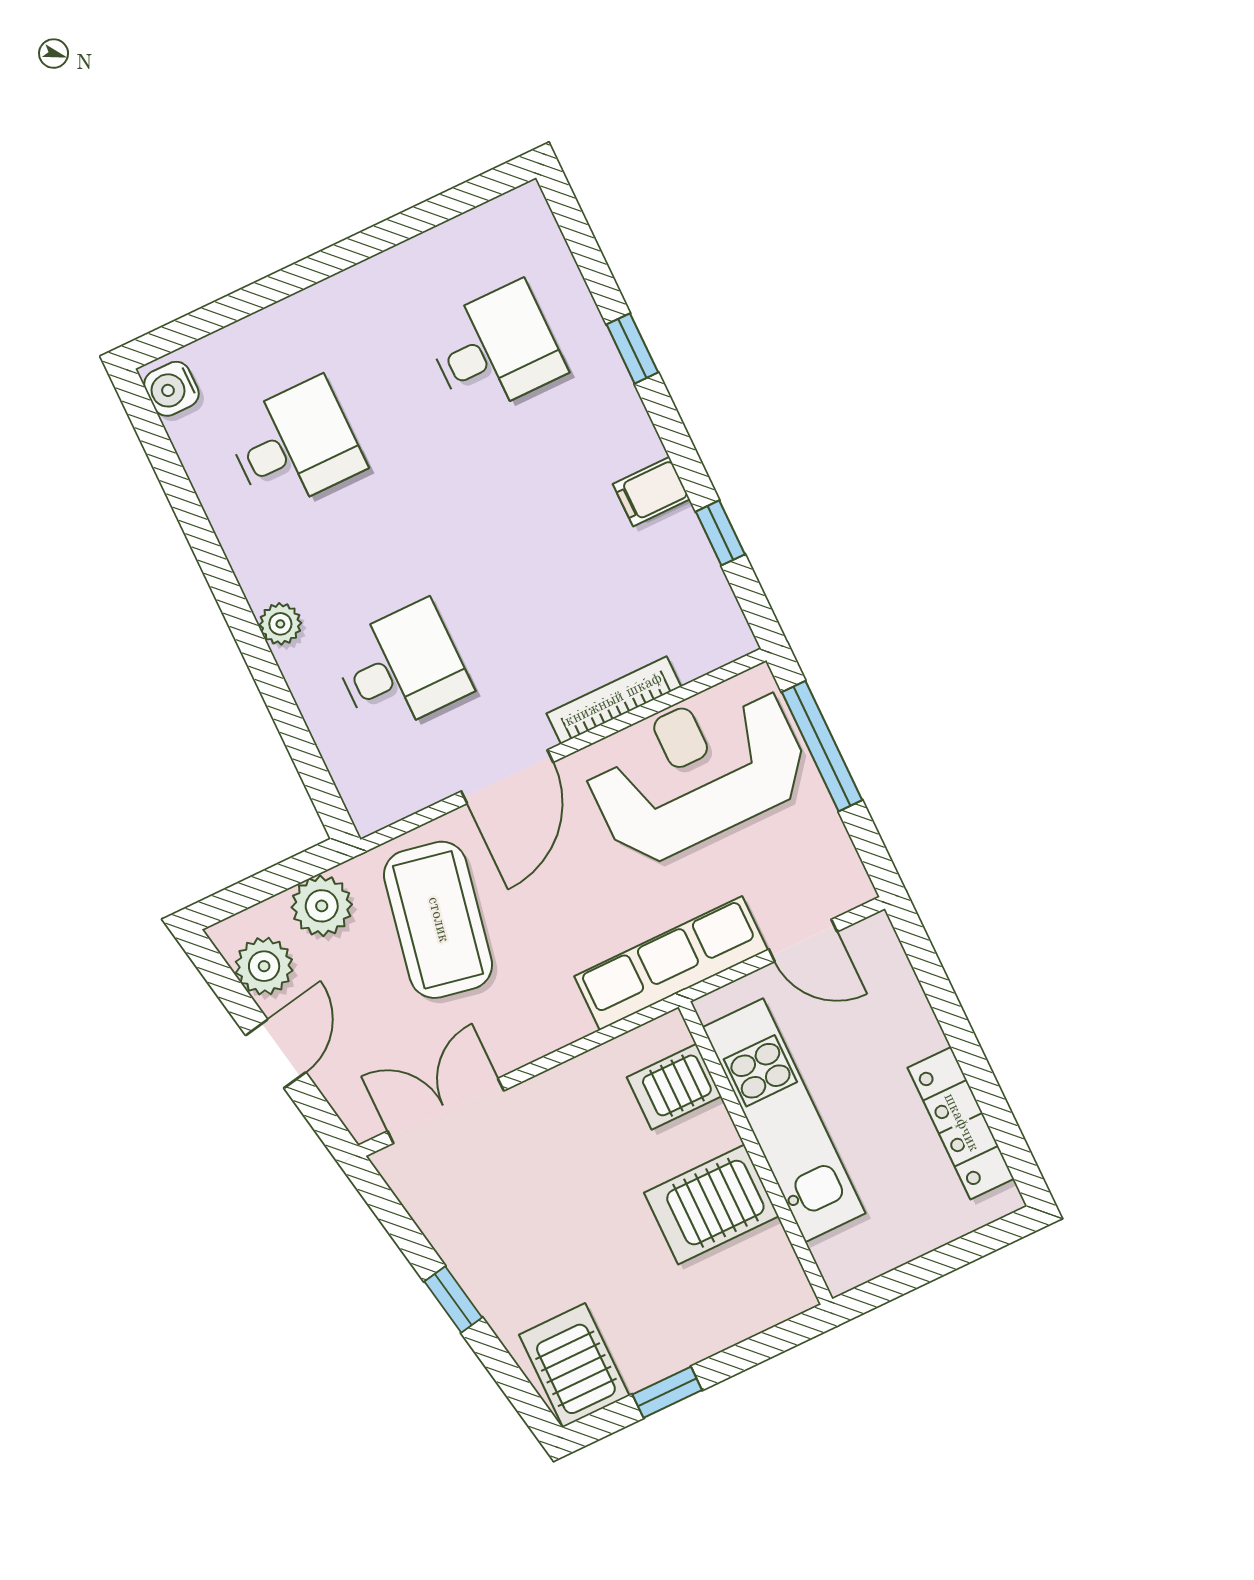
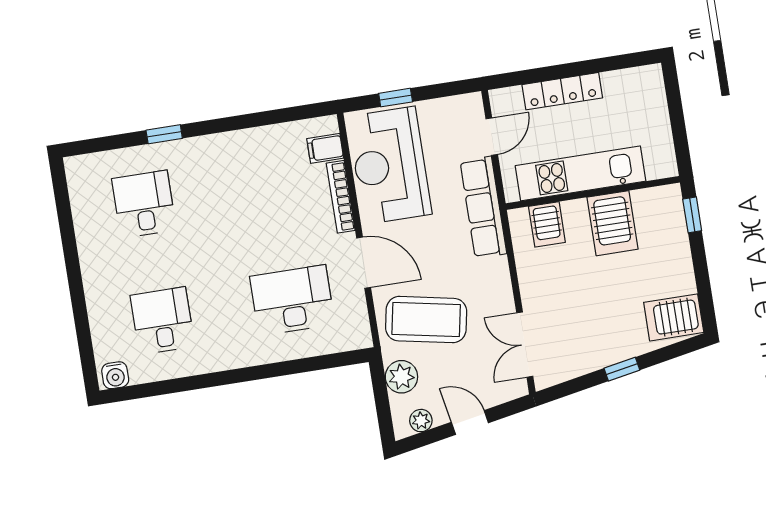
filing cabinet: (651, 492) -> (325, 148), moved, turned 90
window: (720, 533) -> (272, 117), removed
plant: (280, 624) -> (251, 355), removed
desk: (401, 668) -> (292, 300), width x1.37
window: (822, 746) -> (396, 98), width x0.46
plant: (264, 966) -> (421, 421), width x0.73, depth x0.73
locker: (961, 1123) -> (562, 91), moved
window: (667, 1392) -> (692, 215), moved

